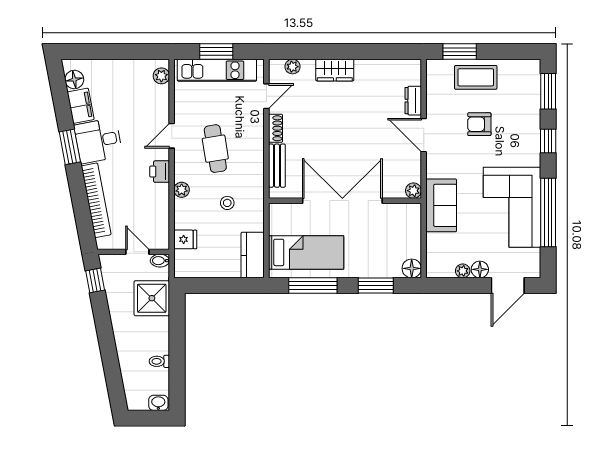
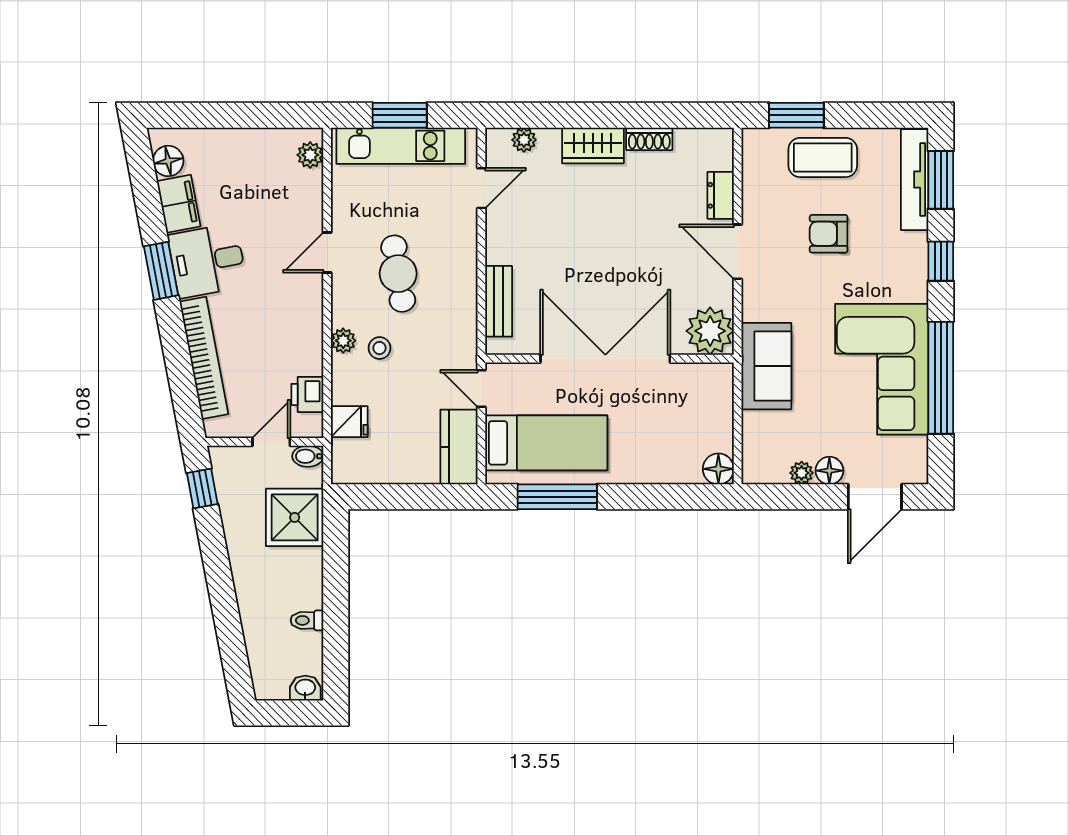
tv unit: (532, 91) -> (915, 180), added
shoe rack: (276, 128) -> (649, 139), moved, turned 90
printer: (160, 172) -> (307, 394), moved
plant: (413, 191) -> (710, 331), width x1.88, depth x1.88
stool: (227, 203) -> (380, 348), moved
door: (266, 219) -> (481, 389), added
door: (137, 252) -> (271, 442), hinge flipped
window: (376, 286) -> (660, 497), removed

